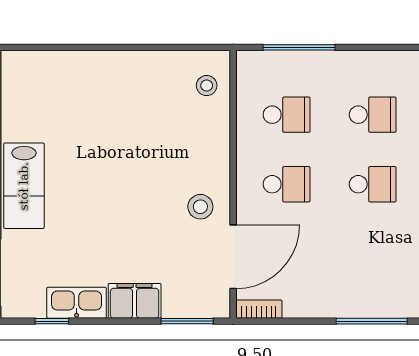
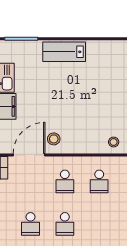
school desk: (373, 115) -> (30, 224), moved
door: (233, 257) -> (29, 155), swing flipped

